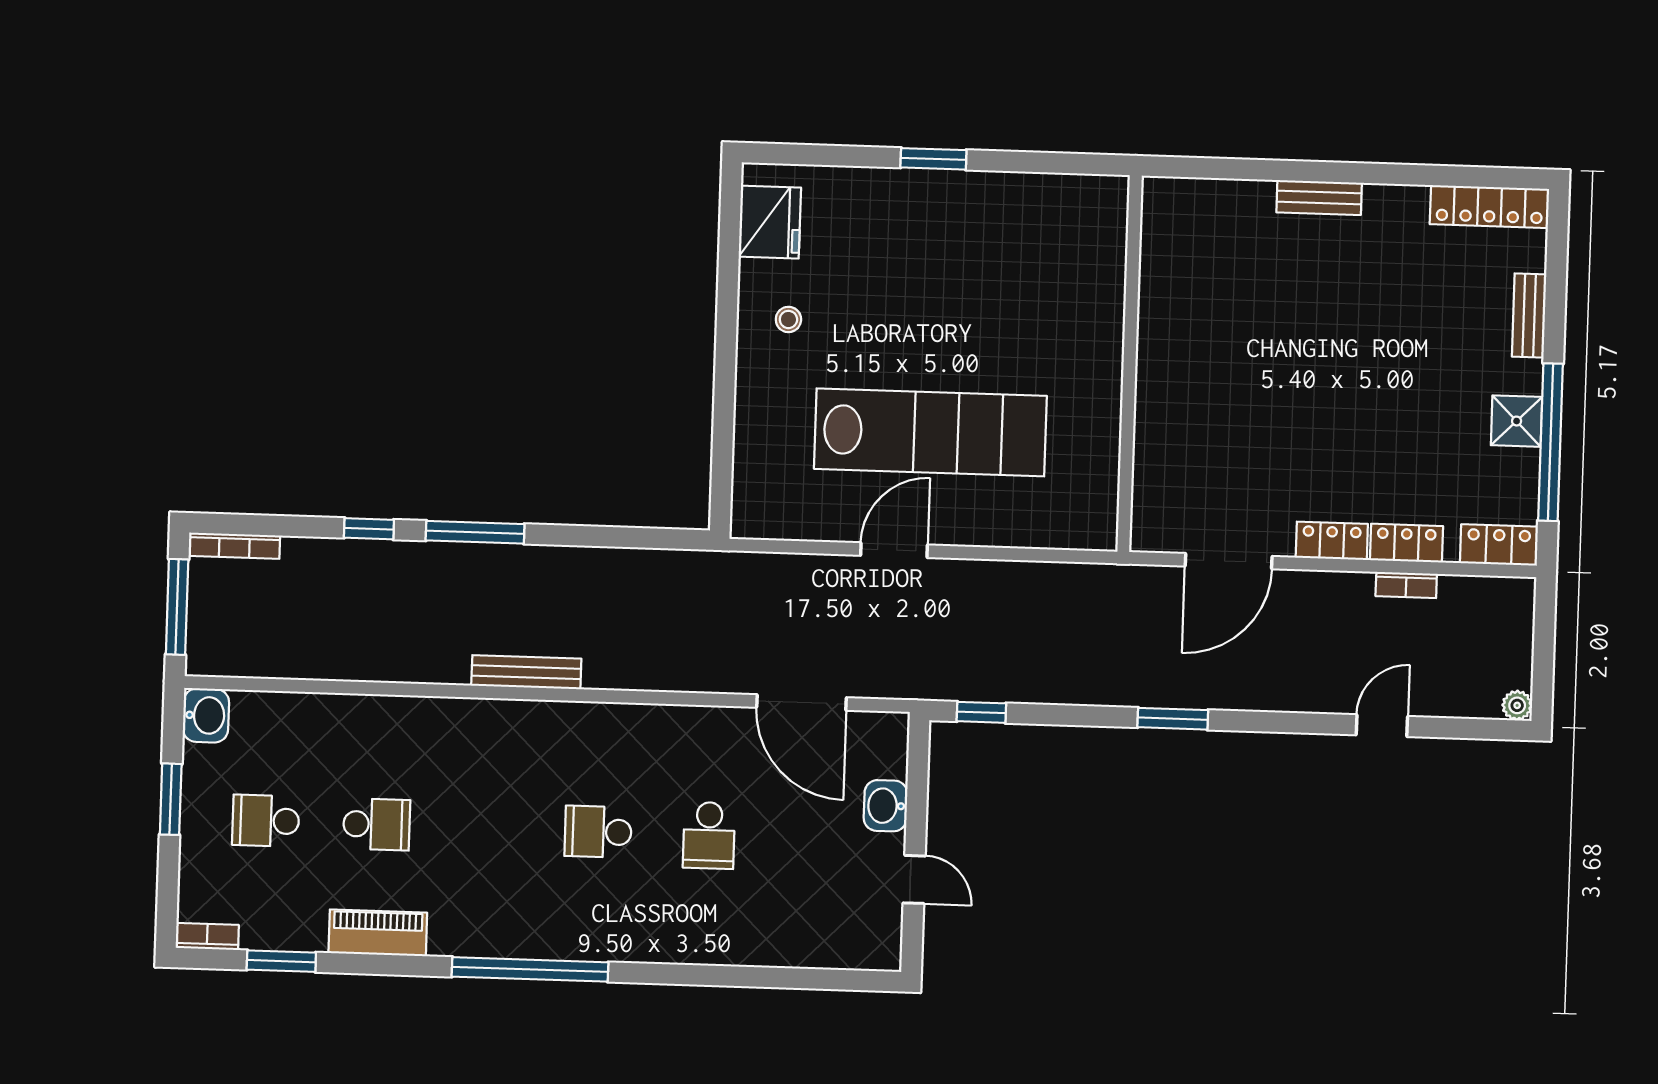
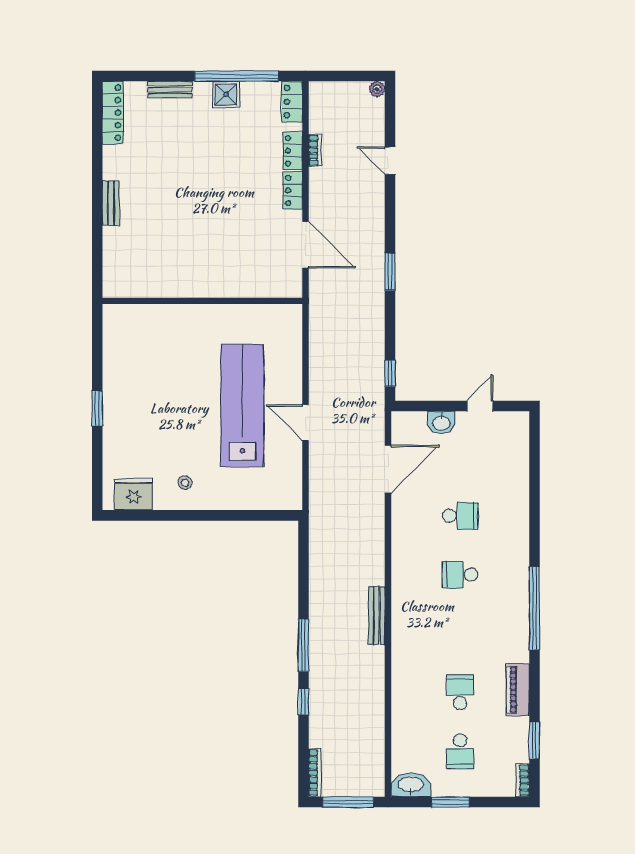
washbasin: (206, 715) -> (411, 785), width x1.38
school desk: (598, 832) -> (460, 575), turned 90

